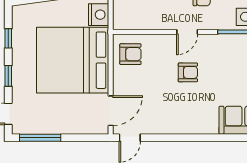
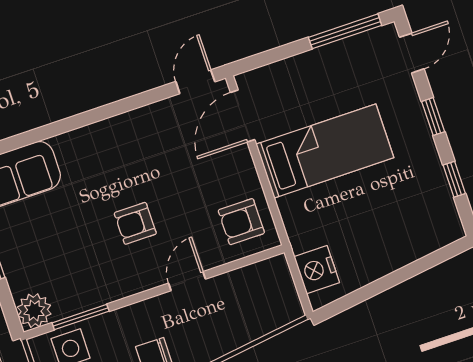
door: (187, 32) -> (187, 281), moved
bed: (73, 60) -> (325, 151), width x0.49

